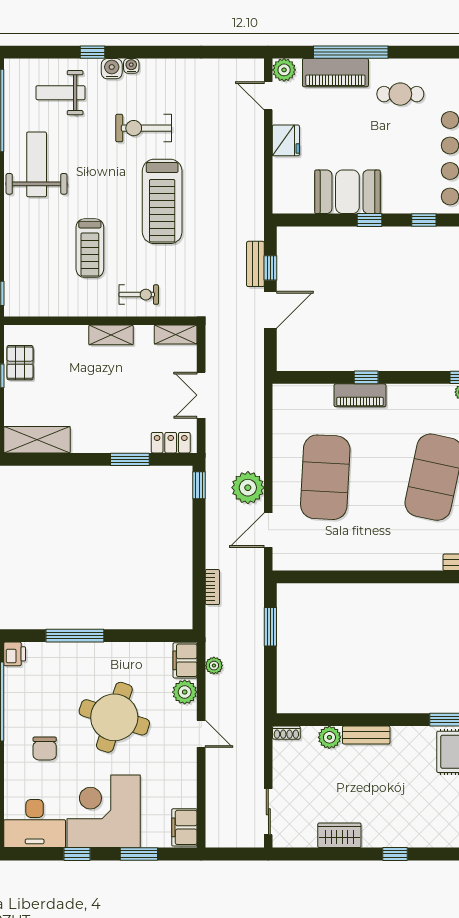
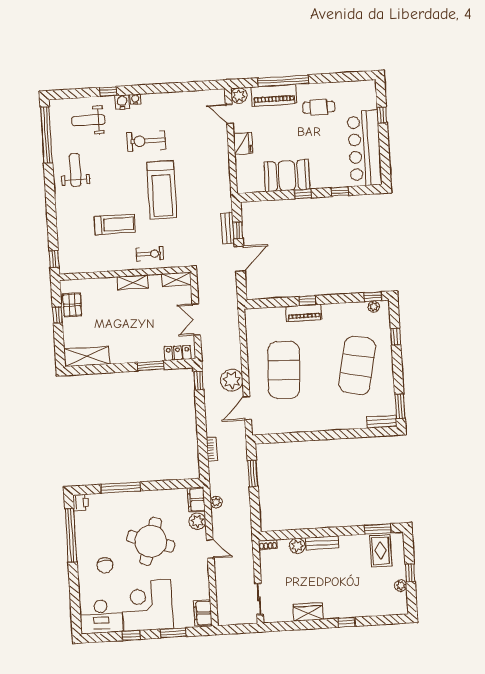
weight bench: (37, 164) -> (75, 170), width x0.73, depth x0.75
treadmill: (90, 248) -> (115, 224), turned -90

